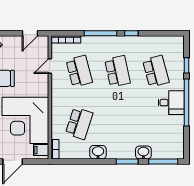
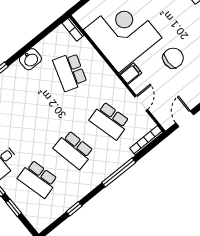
window: (131, 33) -> (74, 209), moved
filing cabinet: (41, 150) -> (131, 74), moved

